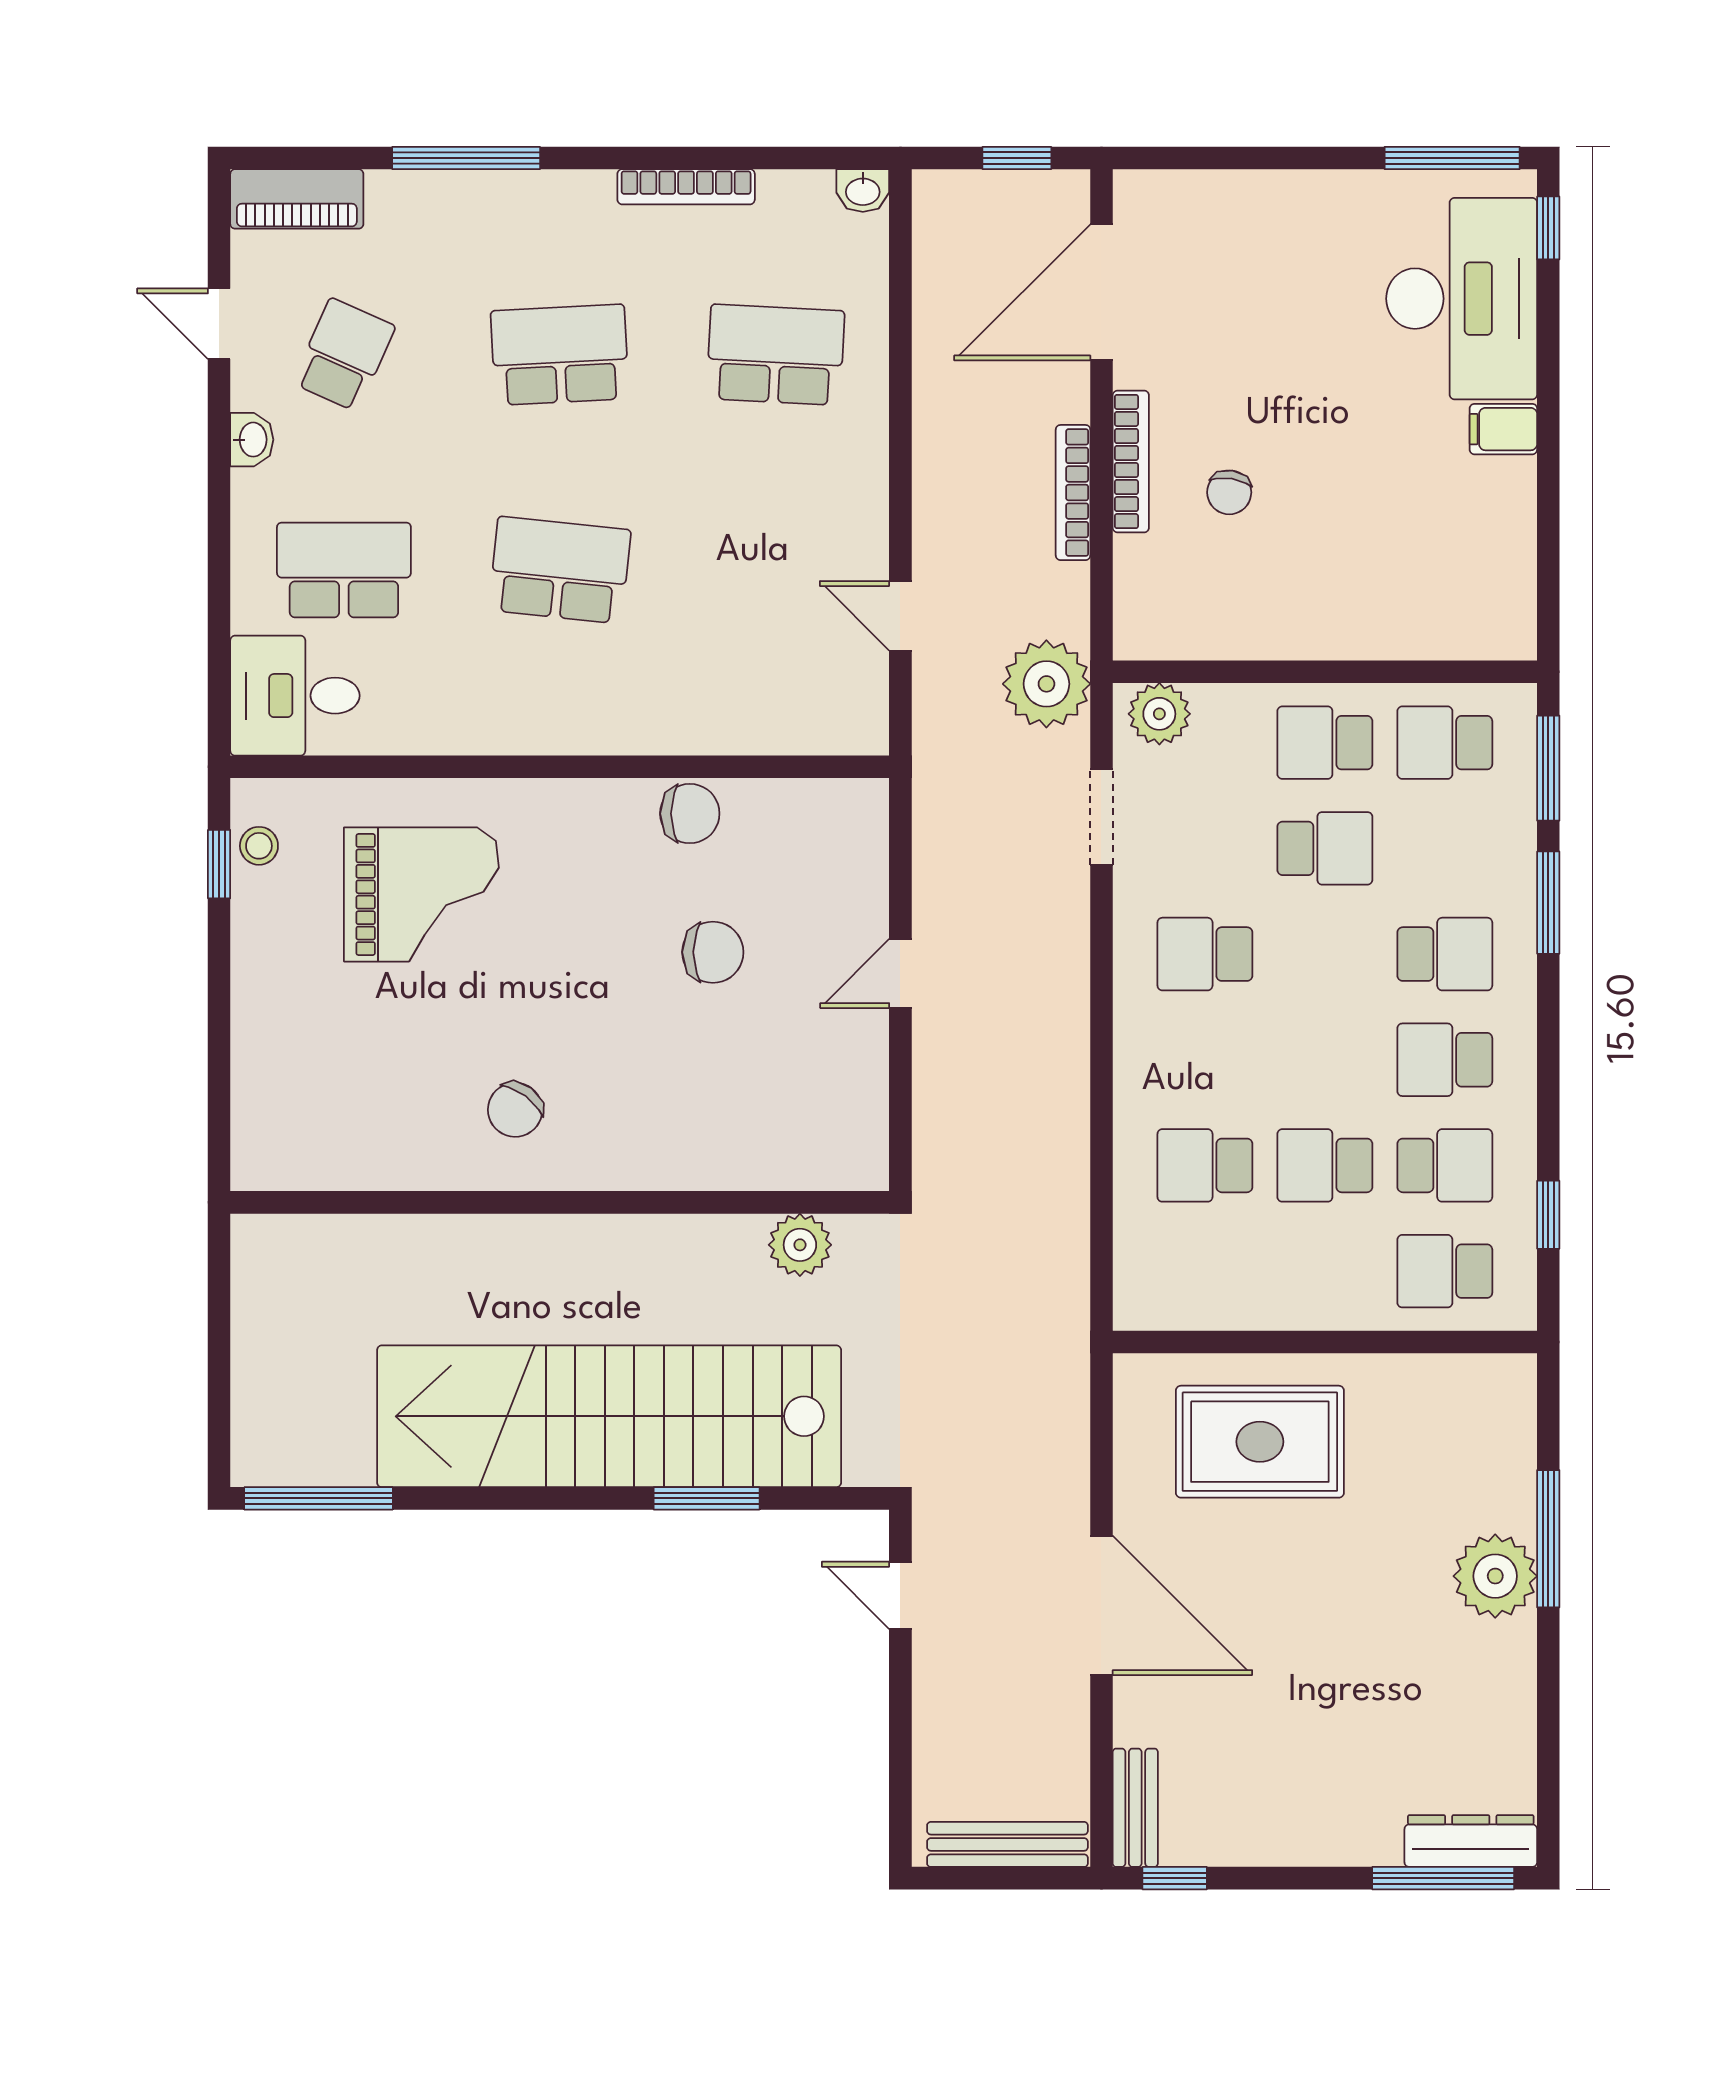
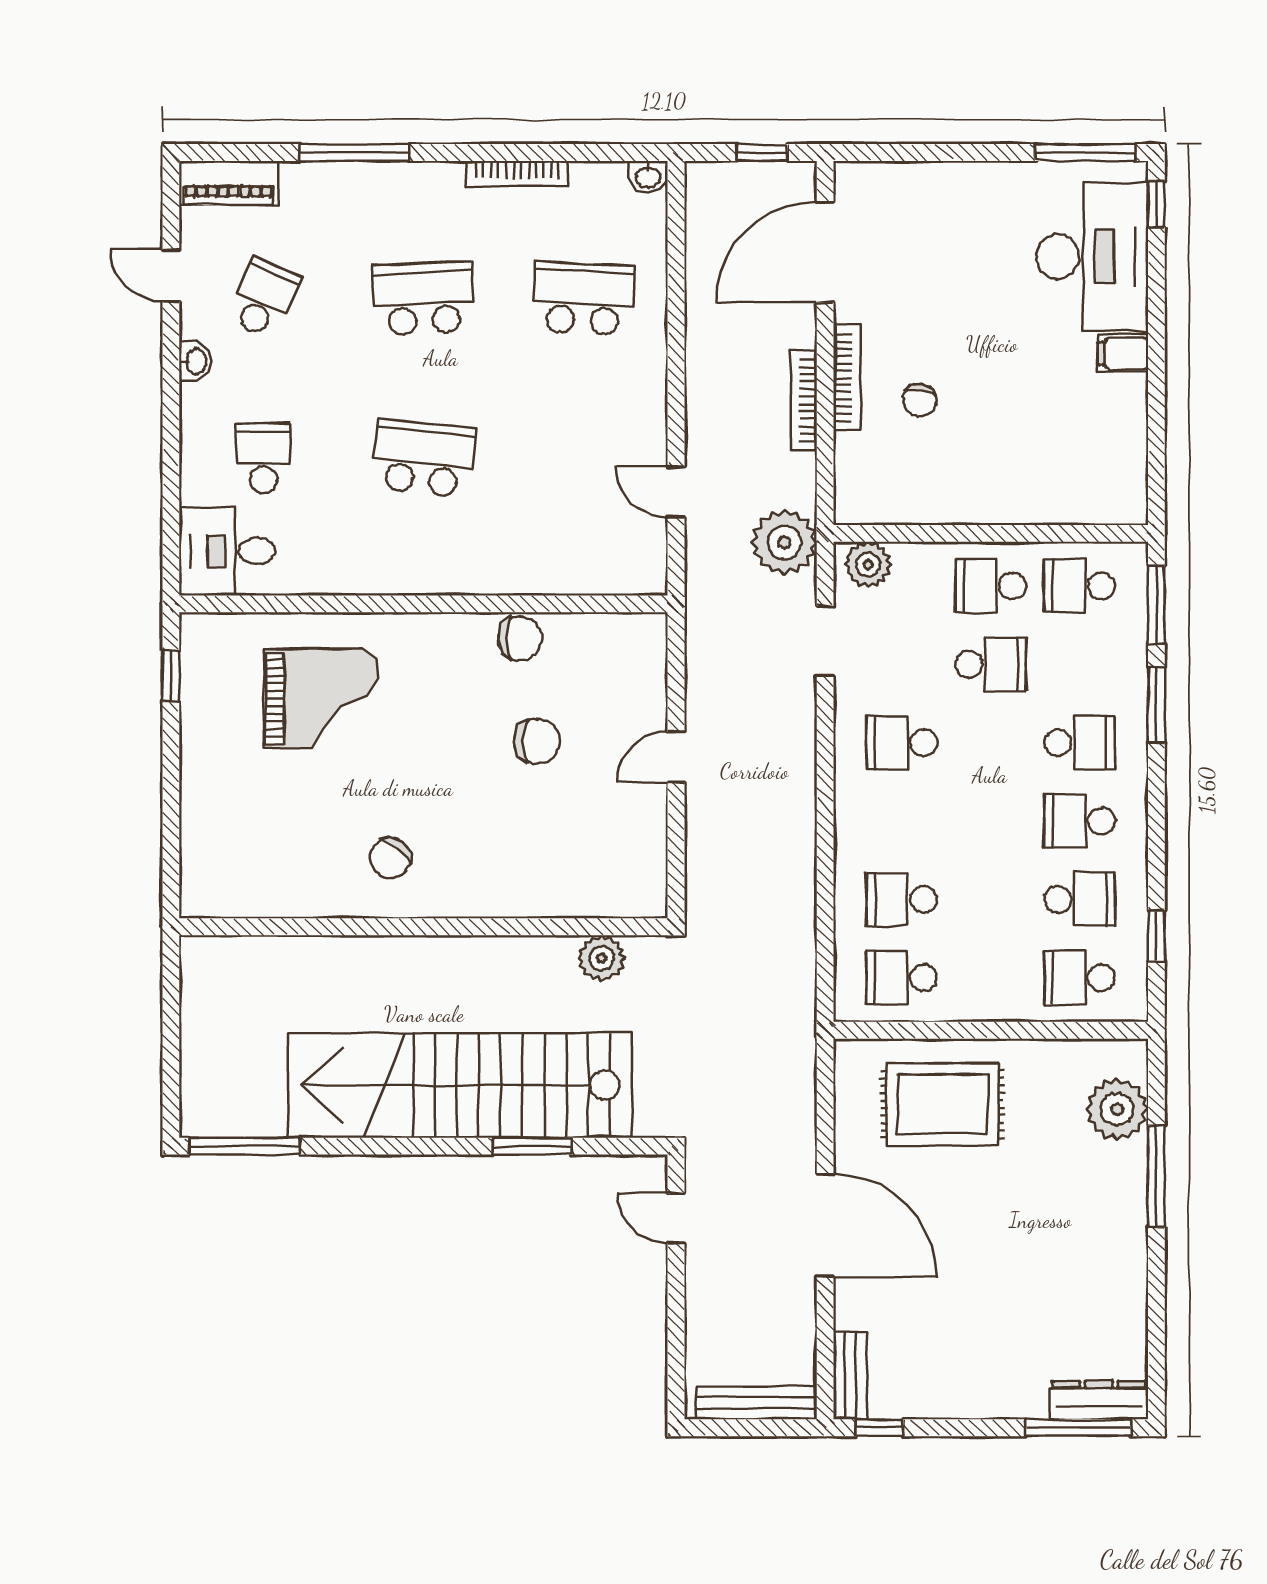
school desk: (344, 570) -> (263, 458), width x0.54
stool: (259, 846) -> (200, 662), removed
school desk: (1325, 1165) -> (902, 978), moved
plant: (1495, 1576) -> (1117, 1109), moved

